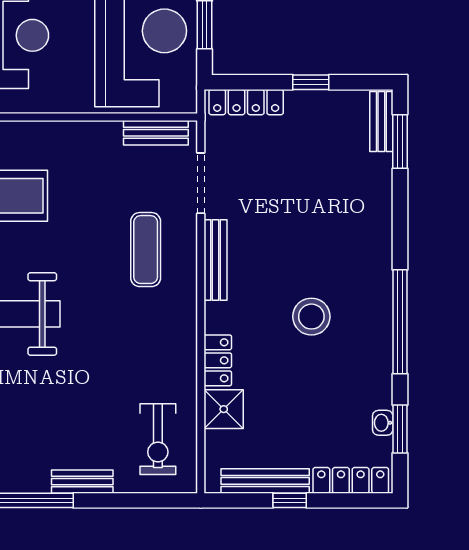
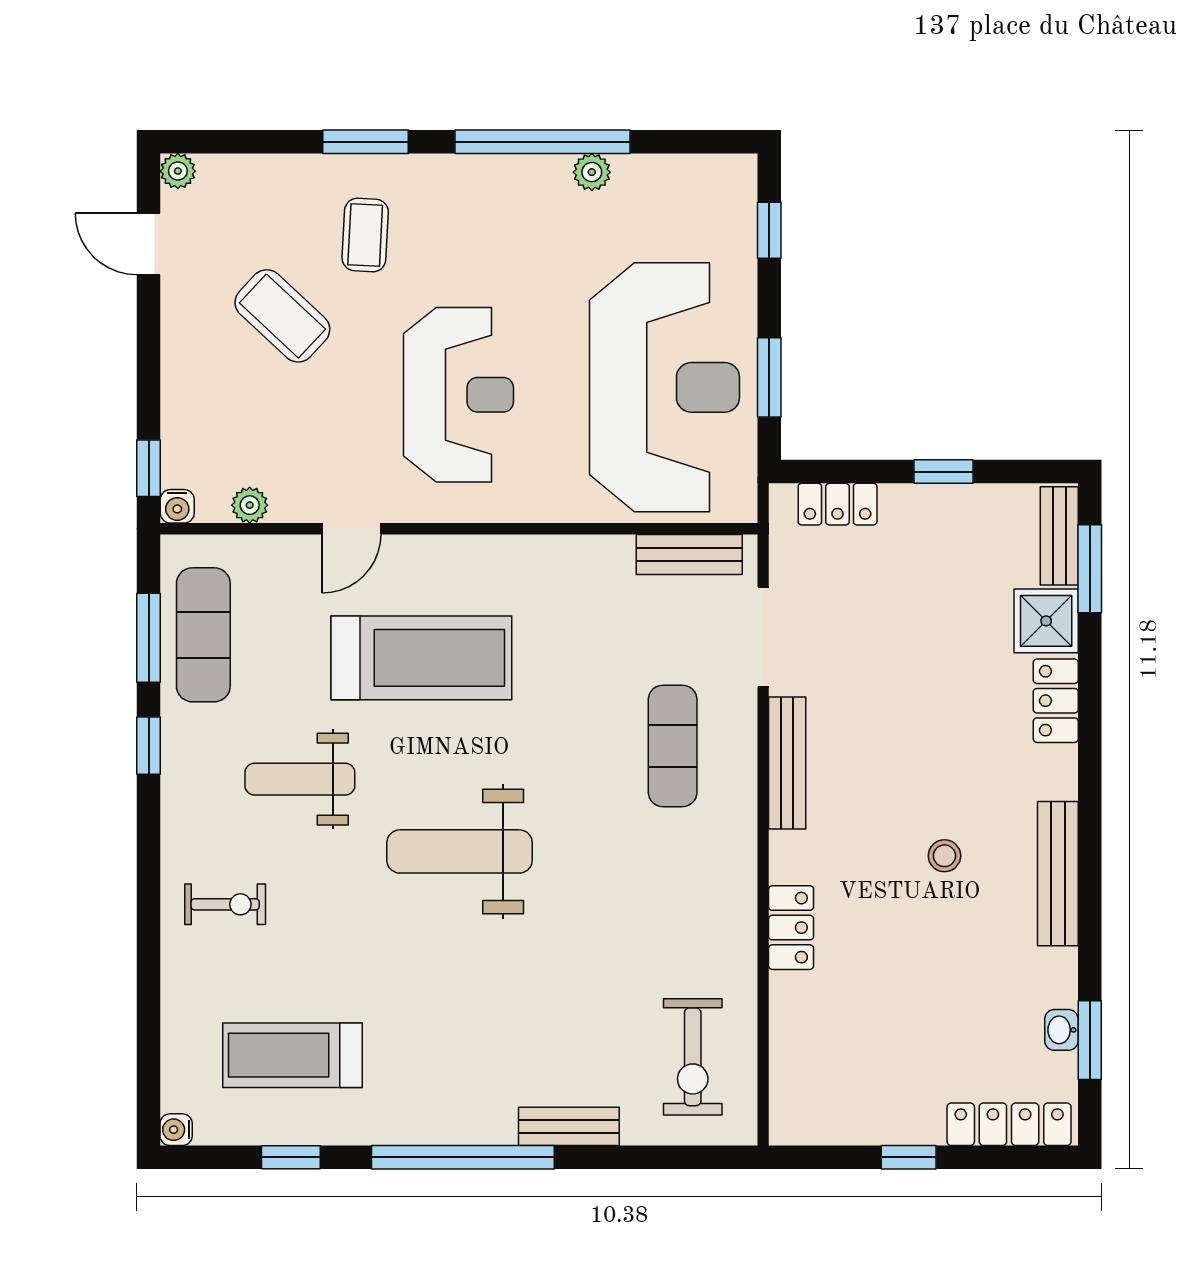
locker: (246, 102) -> (838, 504), width x0.66
locker: (379, 222) -> (1056, 701), added
stool: (311, 317) -> (944, 856), width x0.53, depth x0.53
window: (400, 322) -> (1090, 864), removed
shower: (224, 409) -> (1046, 621), moved
bench: (265, 481) -> (1058, 874), moved, turned 90

